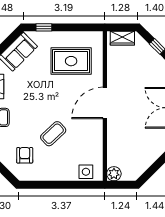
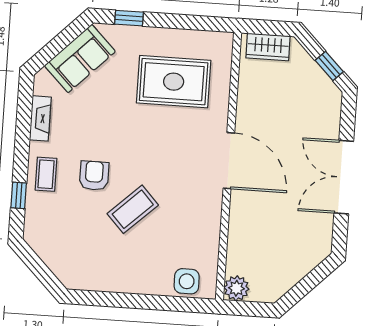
door: (105, 103) -> (229, 161), swing flipped
armchair: (25, 155) -> (94, 176), moved

